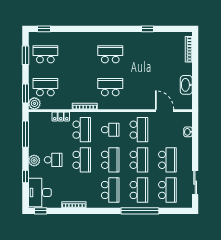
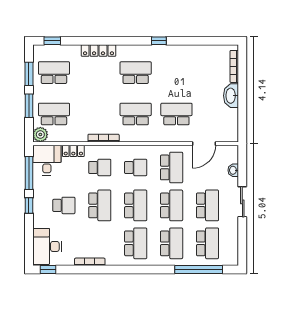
window: (148, 29) -> (159, 41), moved
locker: (81, 37) -> (99, 51), added
washbasin: (186, 85) -> (231, 96), moved
school desk: (143, 87) -> (176, 114), added
window: (25, 94) -> (29, 106), moved
door: (165, 111) -> (204, 144), swing flipped
desk: (40, 124) -> (47, 160), added
school desk: (82, 130) -> (100, 167), width x0.54
plant: (34, 160) -> (40, 206), removed
window: (25, 176) -> (29, 205), moved
sliding door: (195, 183) -> (242, 202), moved
window: (140, 211) -> (199, 270), moved

